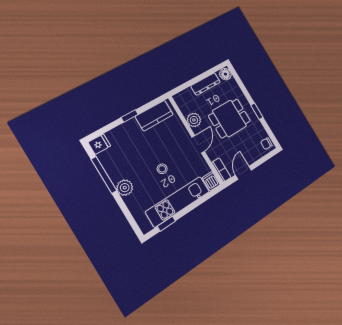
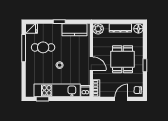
dining table: (229, 118) -> (123, 59), turned 90
plant: (194, 120) -> (98, 29), moved
door: (198, 144) -> (91, 63), hinge flipped
cafe table: (128, 159) -> (43, 47), added
door: (243, 173) -> (121, 99), moved
plant: (125, 188) -> (31, 63), removed

